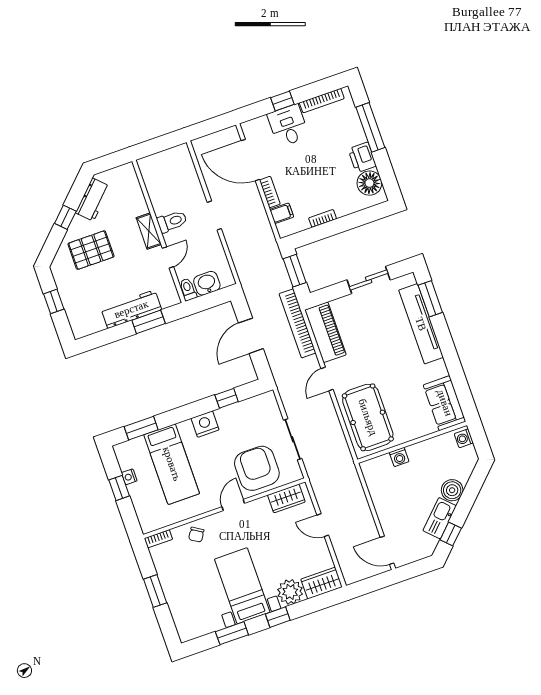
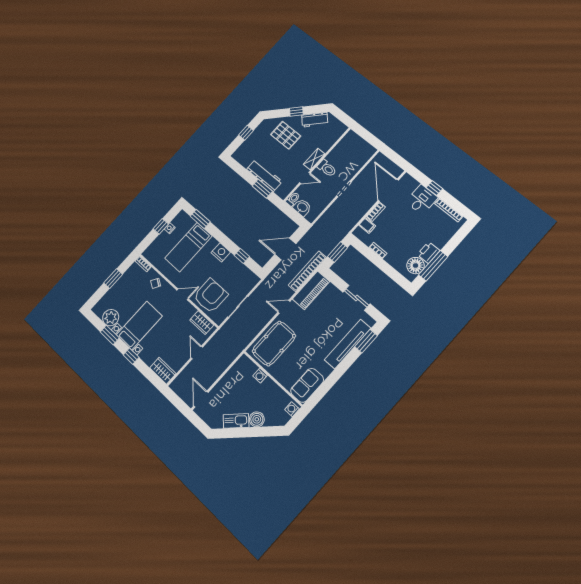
window: (370, 127) -> (433, 266), moved
window: (451, 534) -> (230, 433), removed
plant: (290, 592) -> (111, 318), moved

